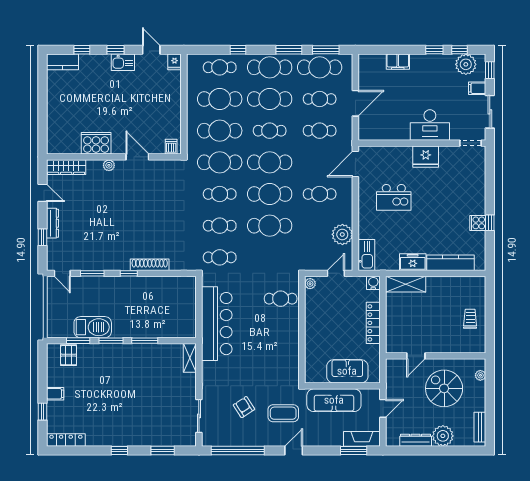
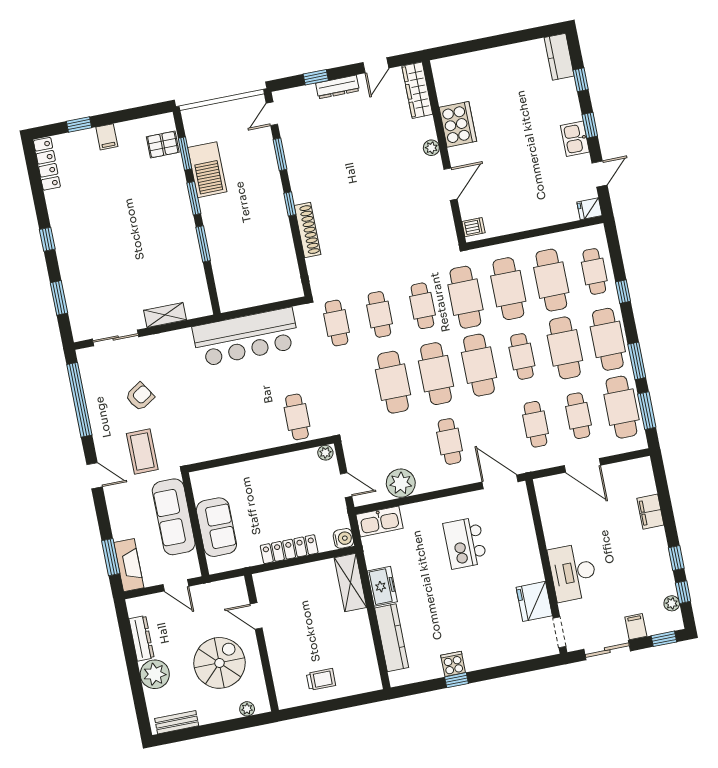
plant: (466, 64) -> (672, 603), width x0.53, depth x0.53
fridge: (426, 157) -> (534, 601), moved
shelving: (190, 358) -> (165, 315), moved

